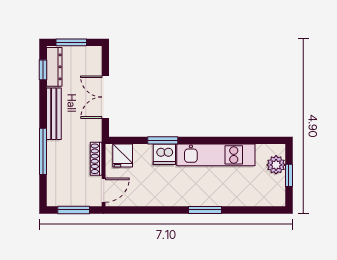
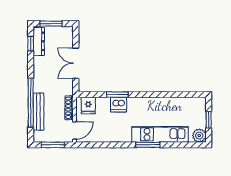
bench: (54, 114) -> (38, 112), moved
window: (43, 151) -> (31, 103), width x1.46
kitchen unit: (216, 155) -> (160, 134), moved, turned 180
plant: (276, 165) -> (199, 136), moved

